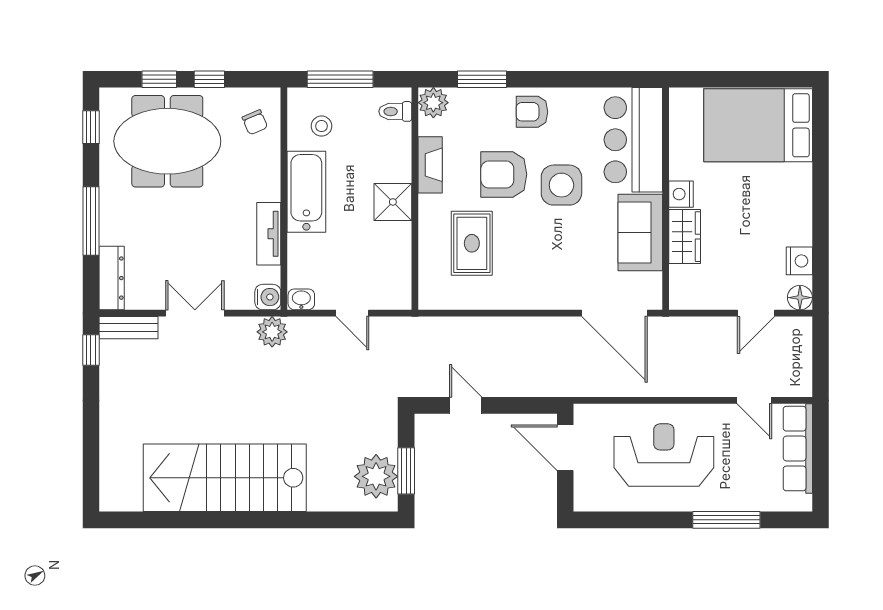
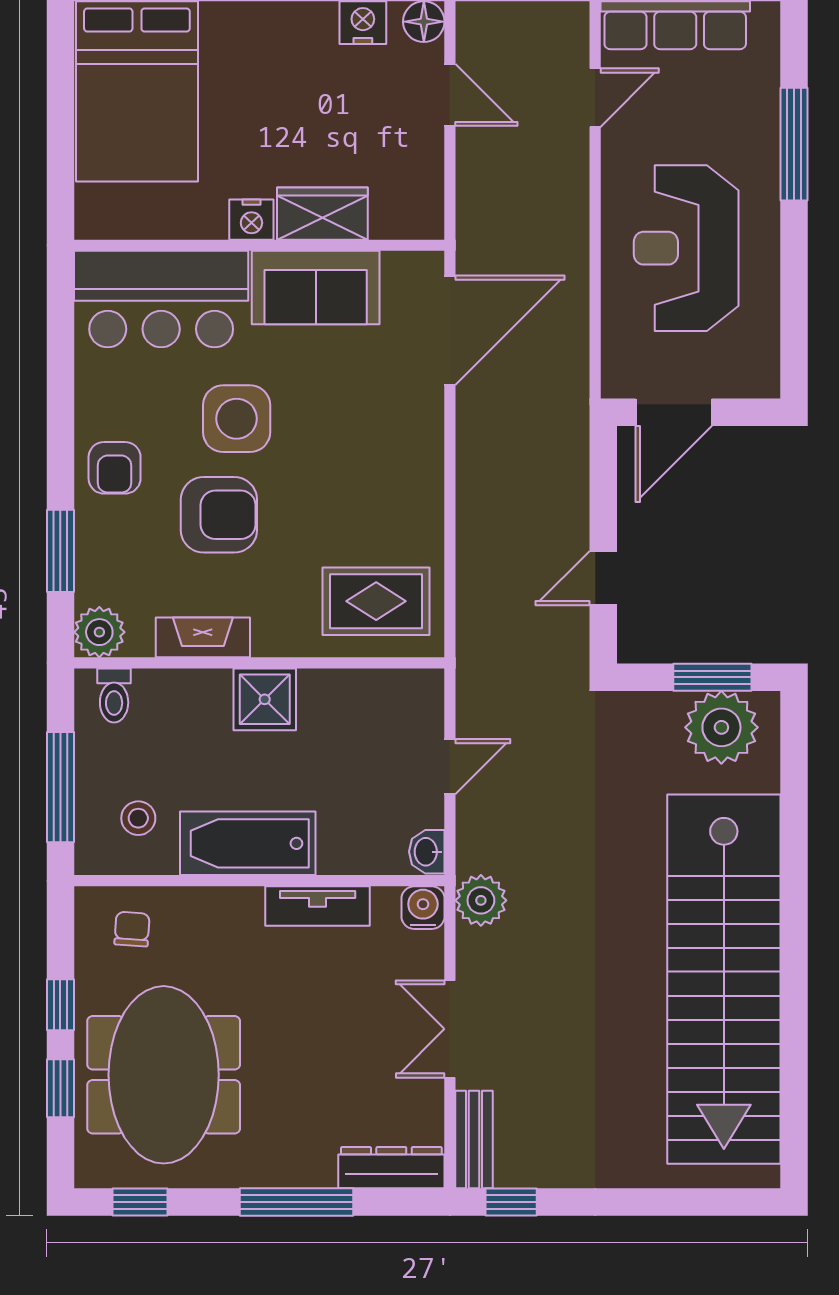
chair: (255, 122) -> (132, 929), turned -63
armchair: (504, 174) -> (219, 515), turned -90
rug: (472, 243) -> (376, 601), moved
stairs: (225, 478) -> (724, 979), width x1.36

